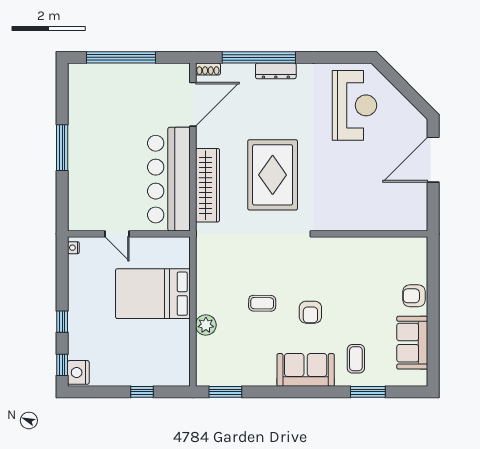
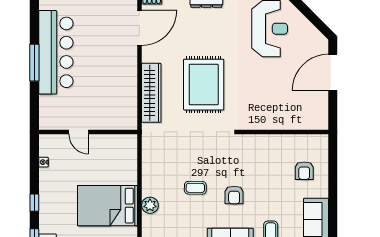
bar counter: (169, 179) -> (56, 52), moved, turned 180
nightstand: (73, 248) -> (43, 162), moved
bed: (153, 294) -> (107, 206), moved
armchair: (414, 296) -> (304, 171), moved, turned -90

